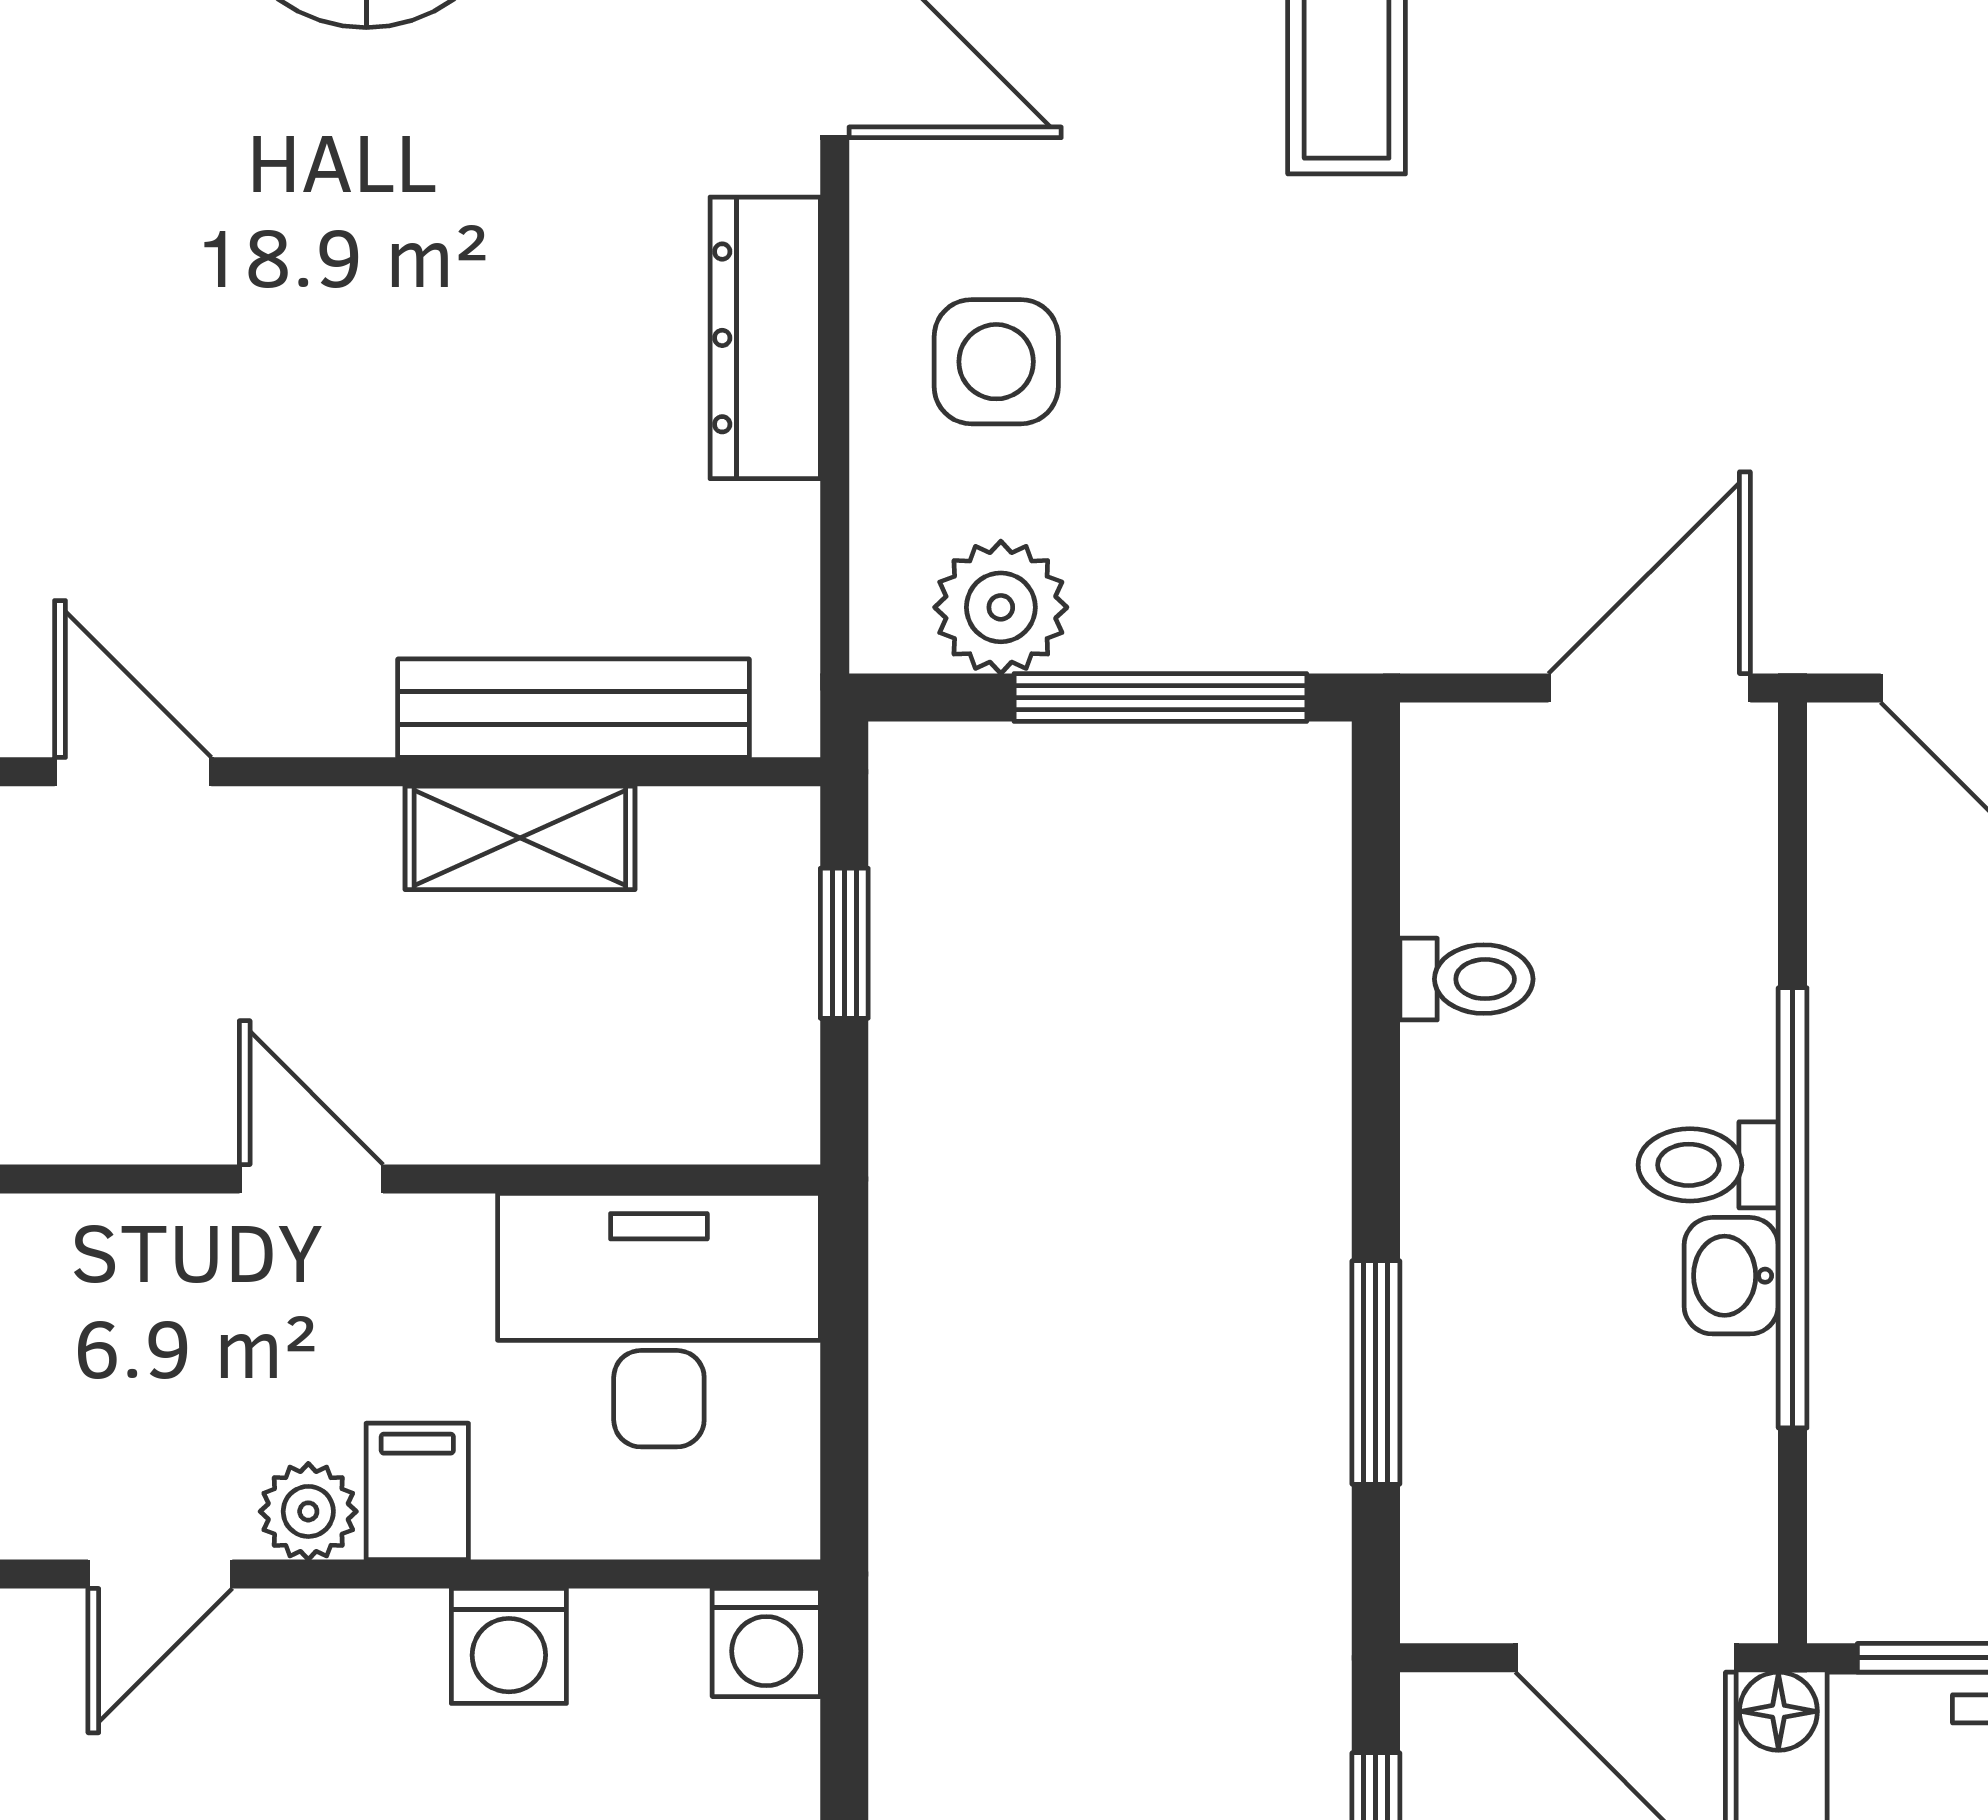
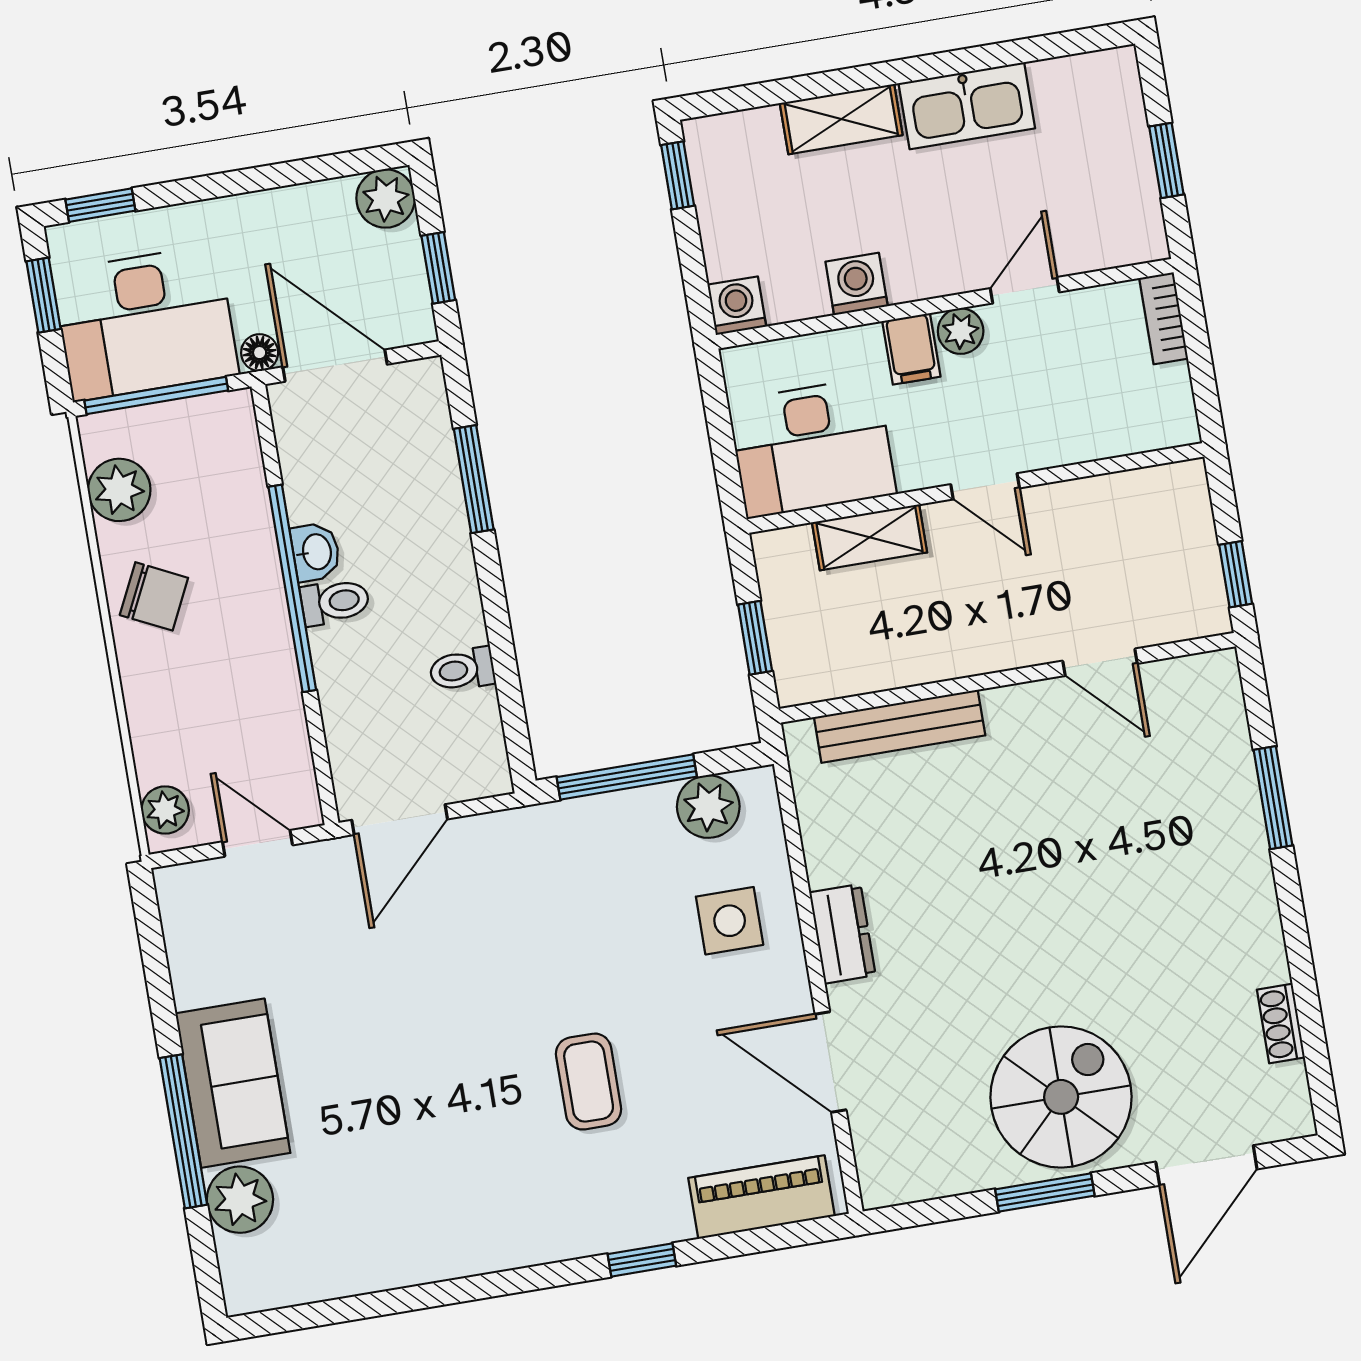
dresser: (765, 338) -> (842, 934), width x0.70
shelving: (520, 838) -> (870, 537), moved

